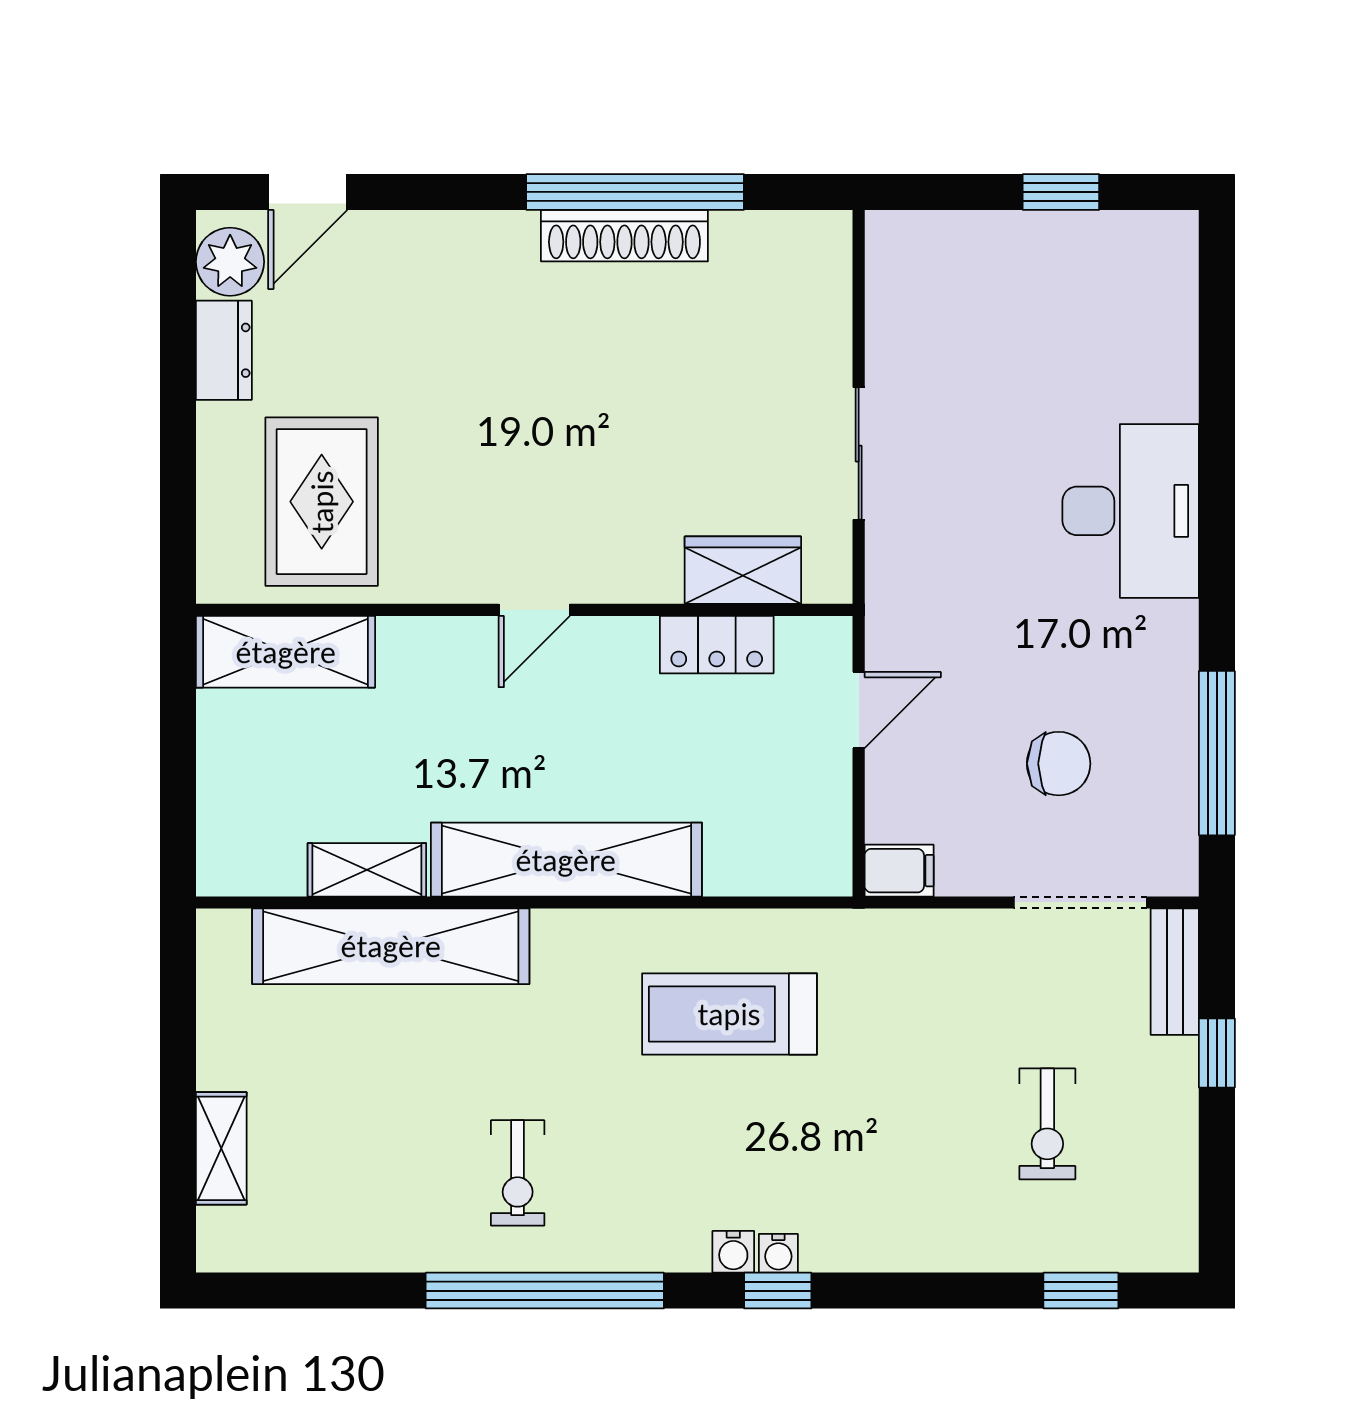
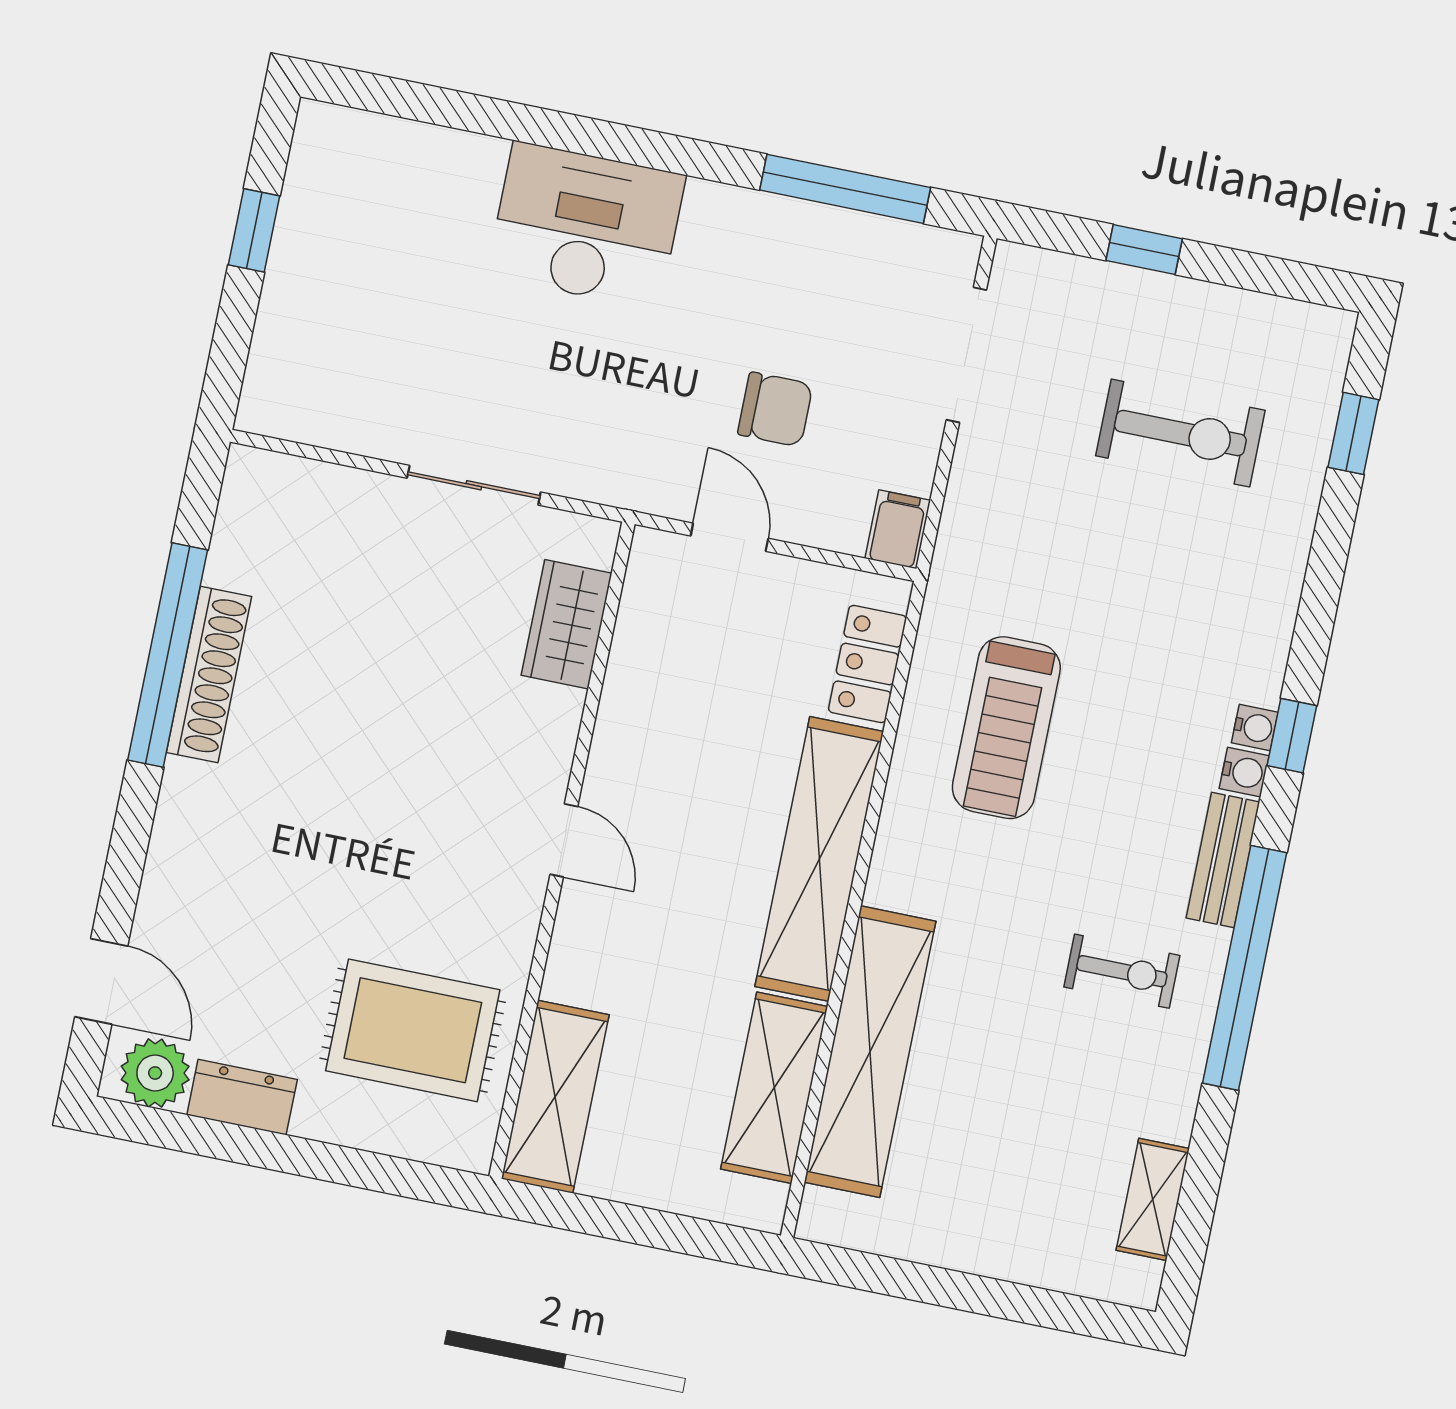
locker: (717, 645) -> (867, 664), moved, turned 180
chair: (1059, 764) -> (775, 409), moved, turned 90
shelving: (367, 870) -> (774, 1088), width x1.50, depth x1.33
bench: (1175, 972) -> (1223, 860), moved, turned 90
exercise bike: (1047, 1124) -> (1180, 433), width x1.38, depth x1.39
shelving: (221, 1148) -> (1153, 1199), moved, turned 90

